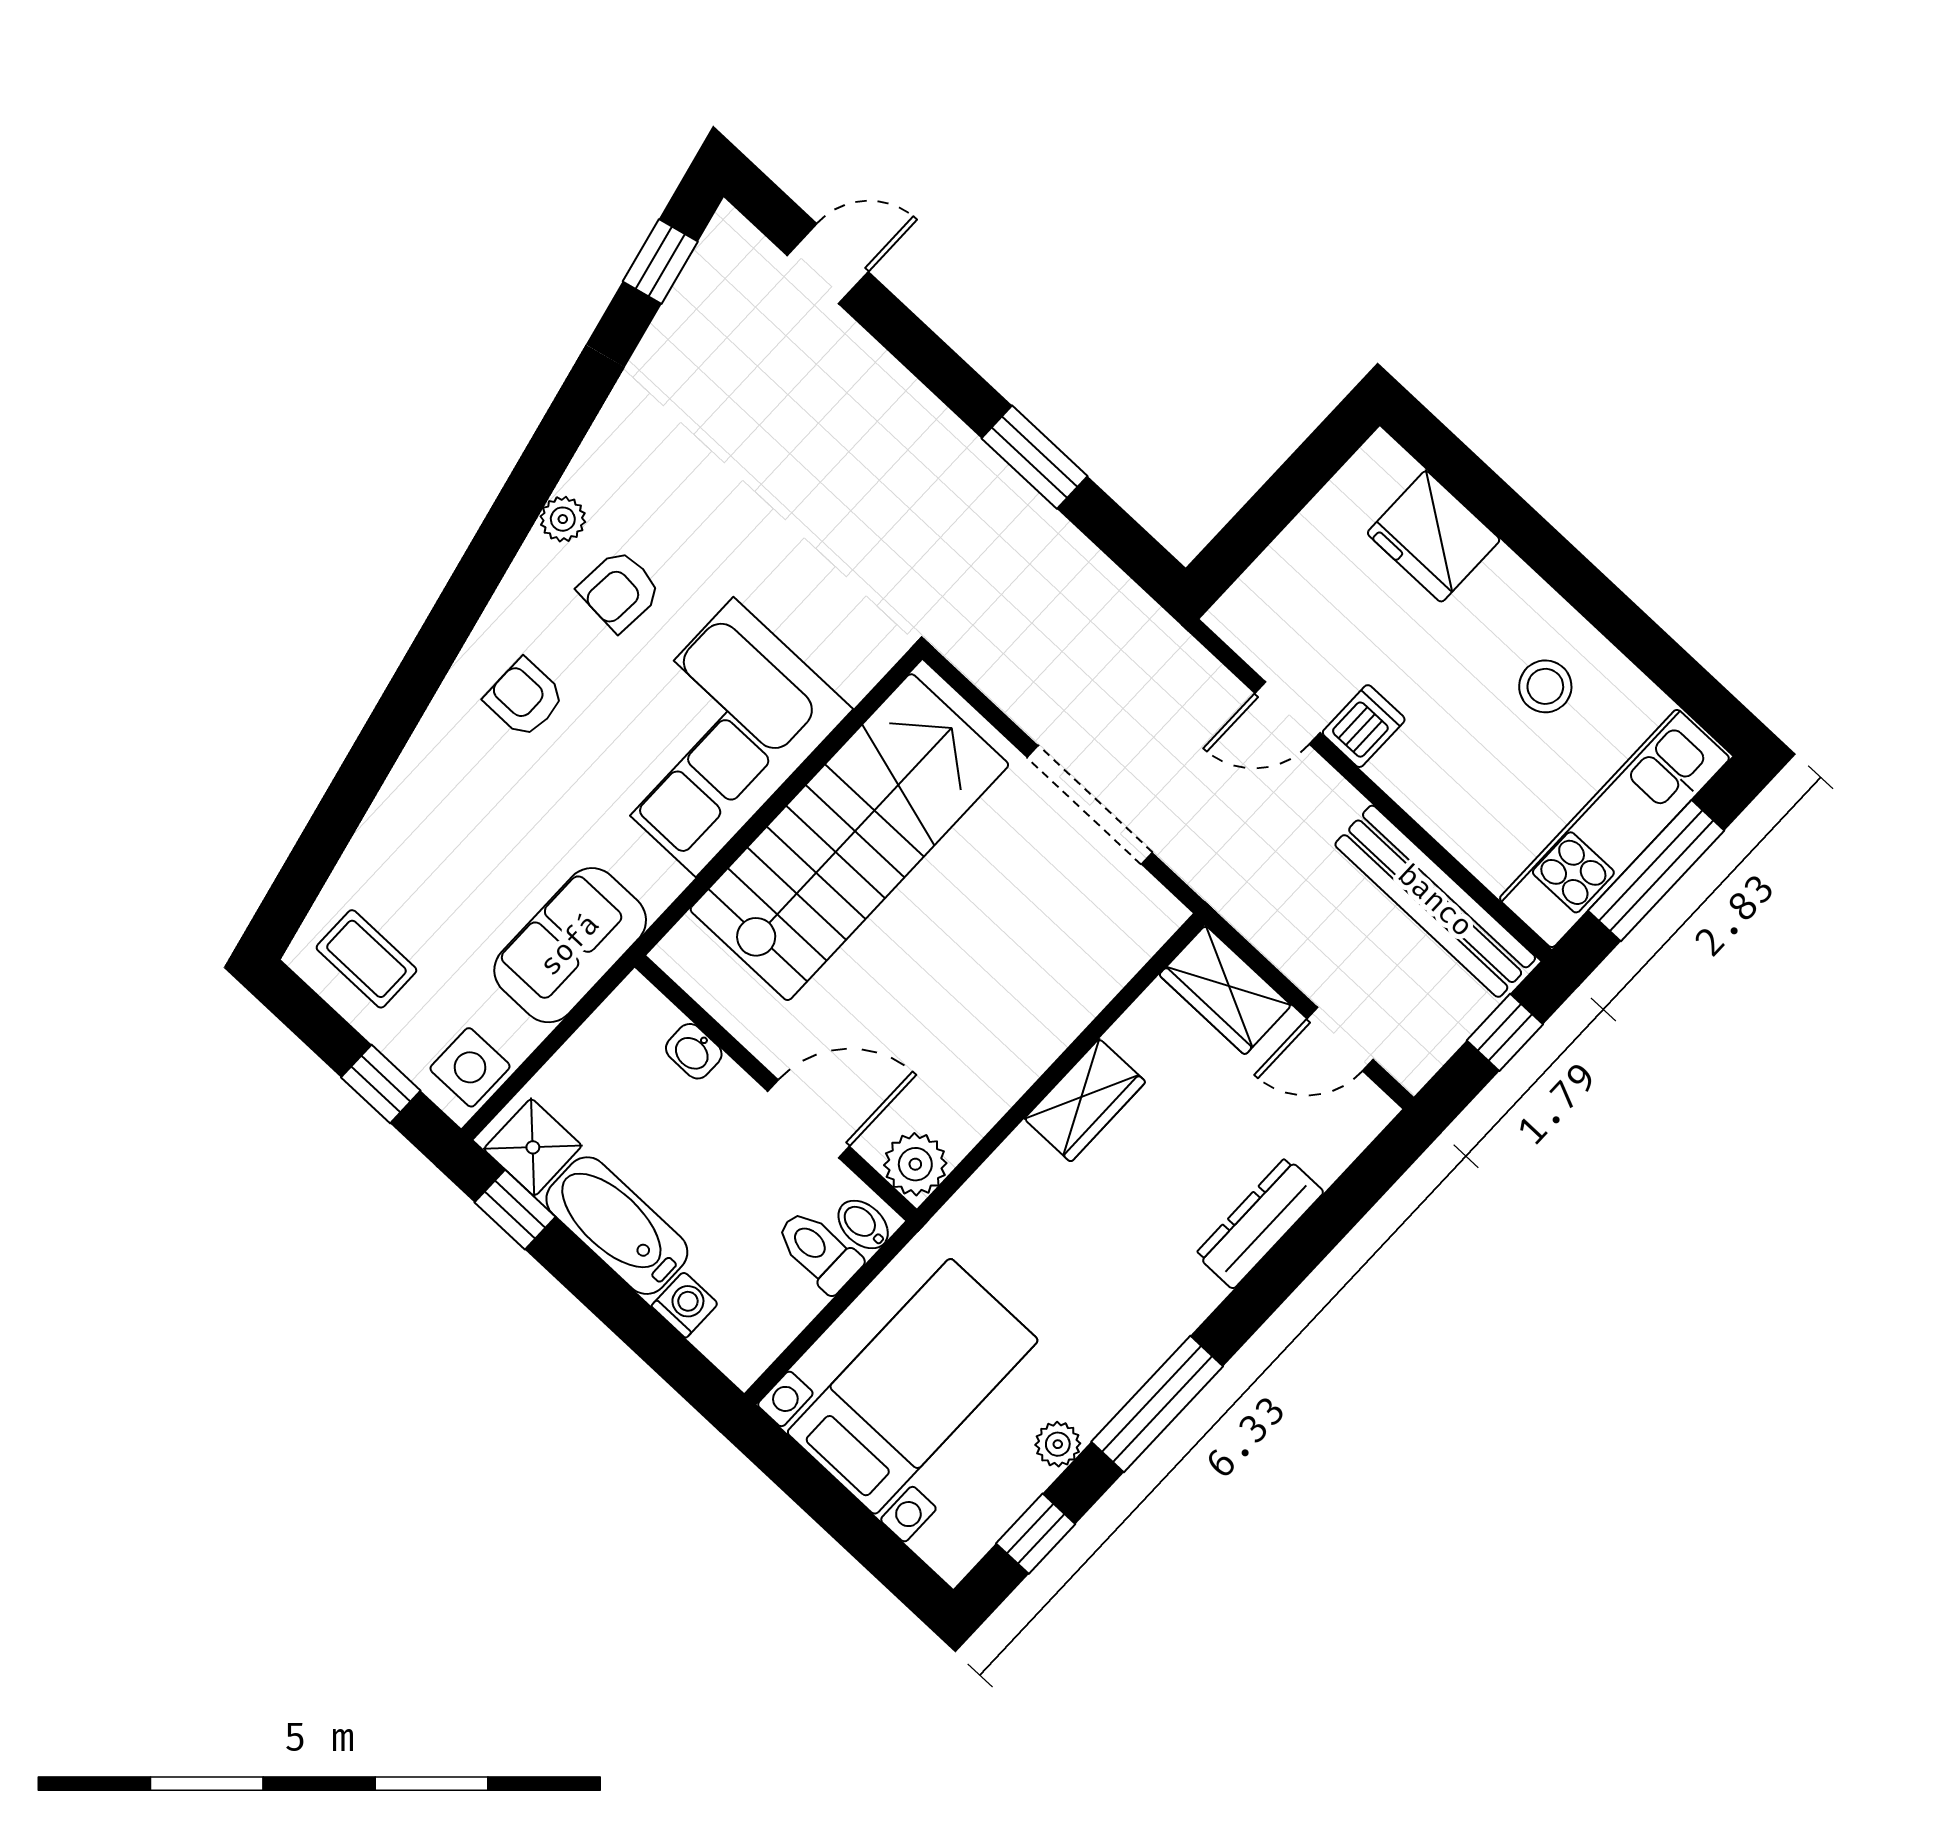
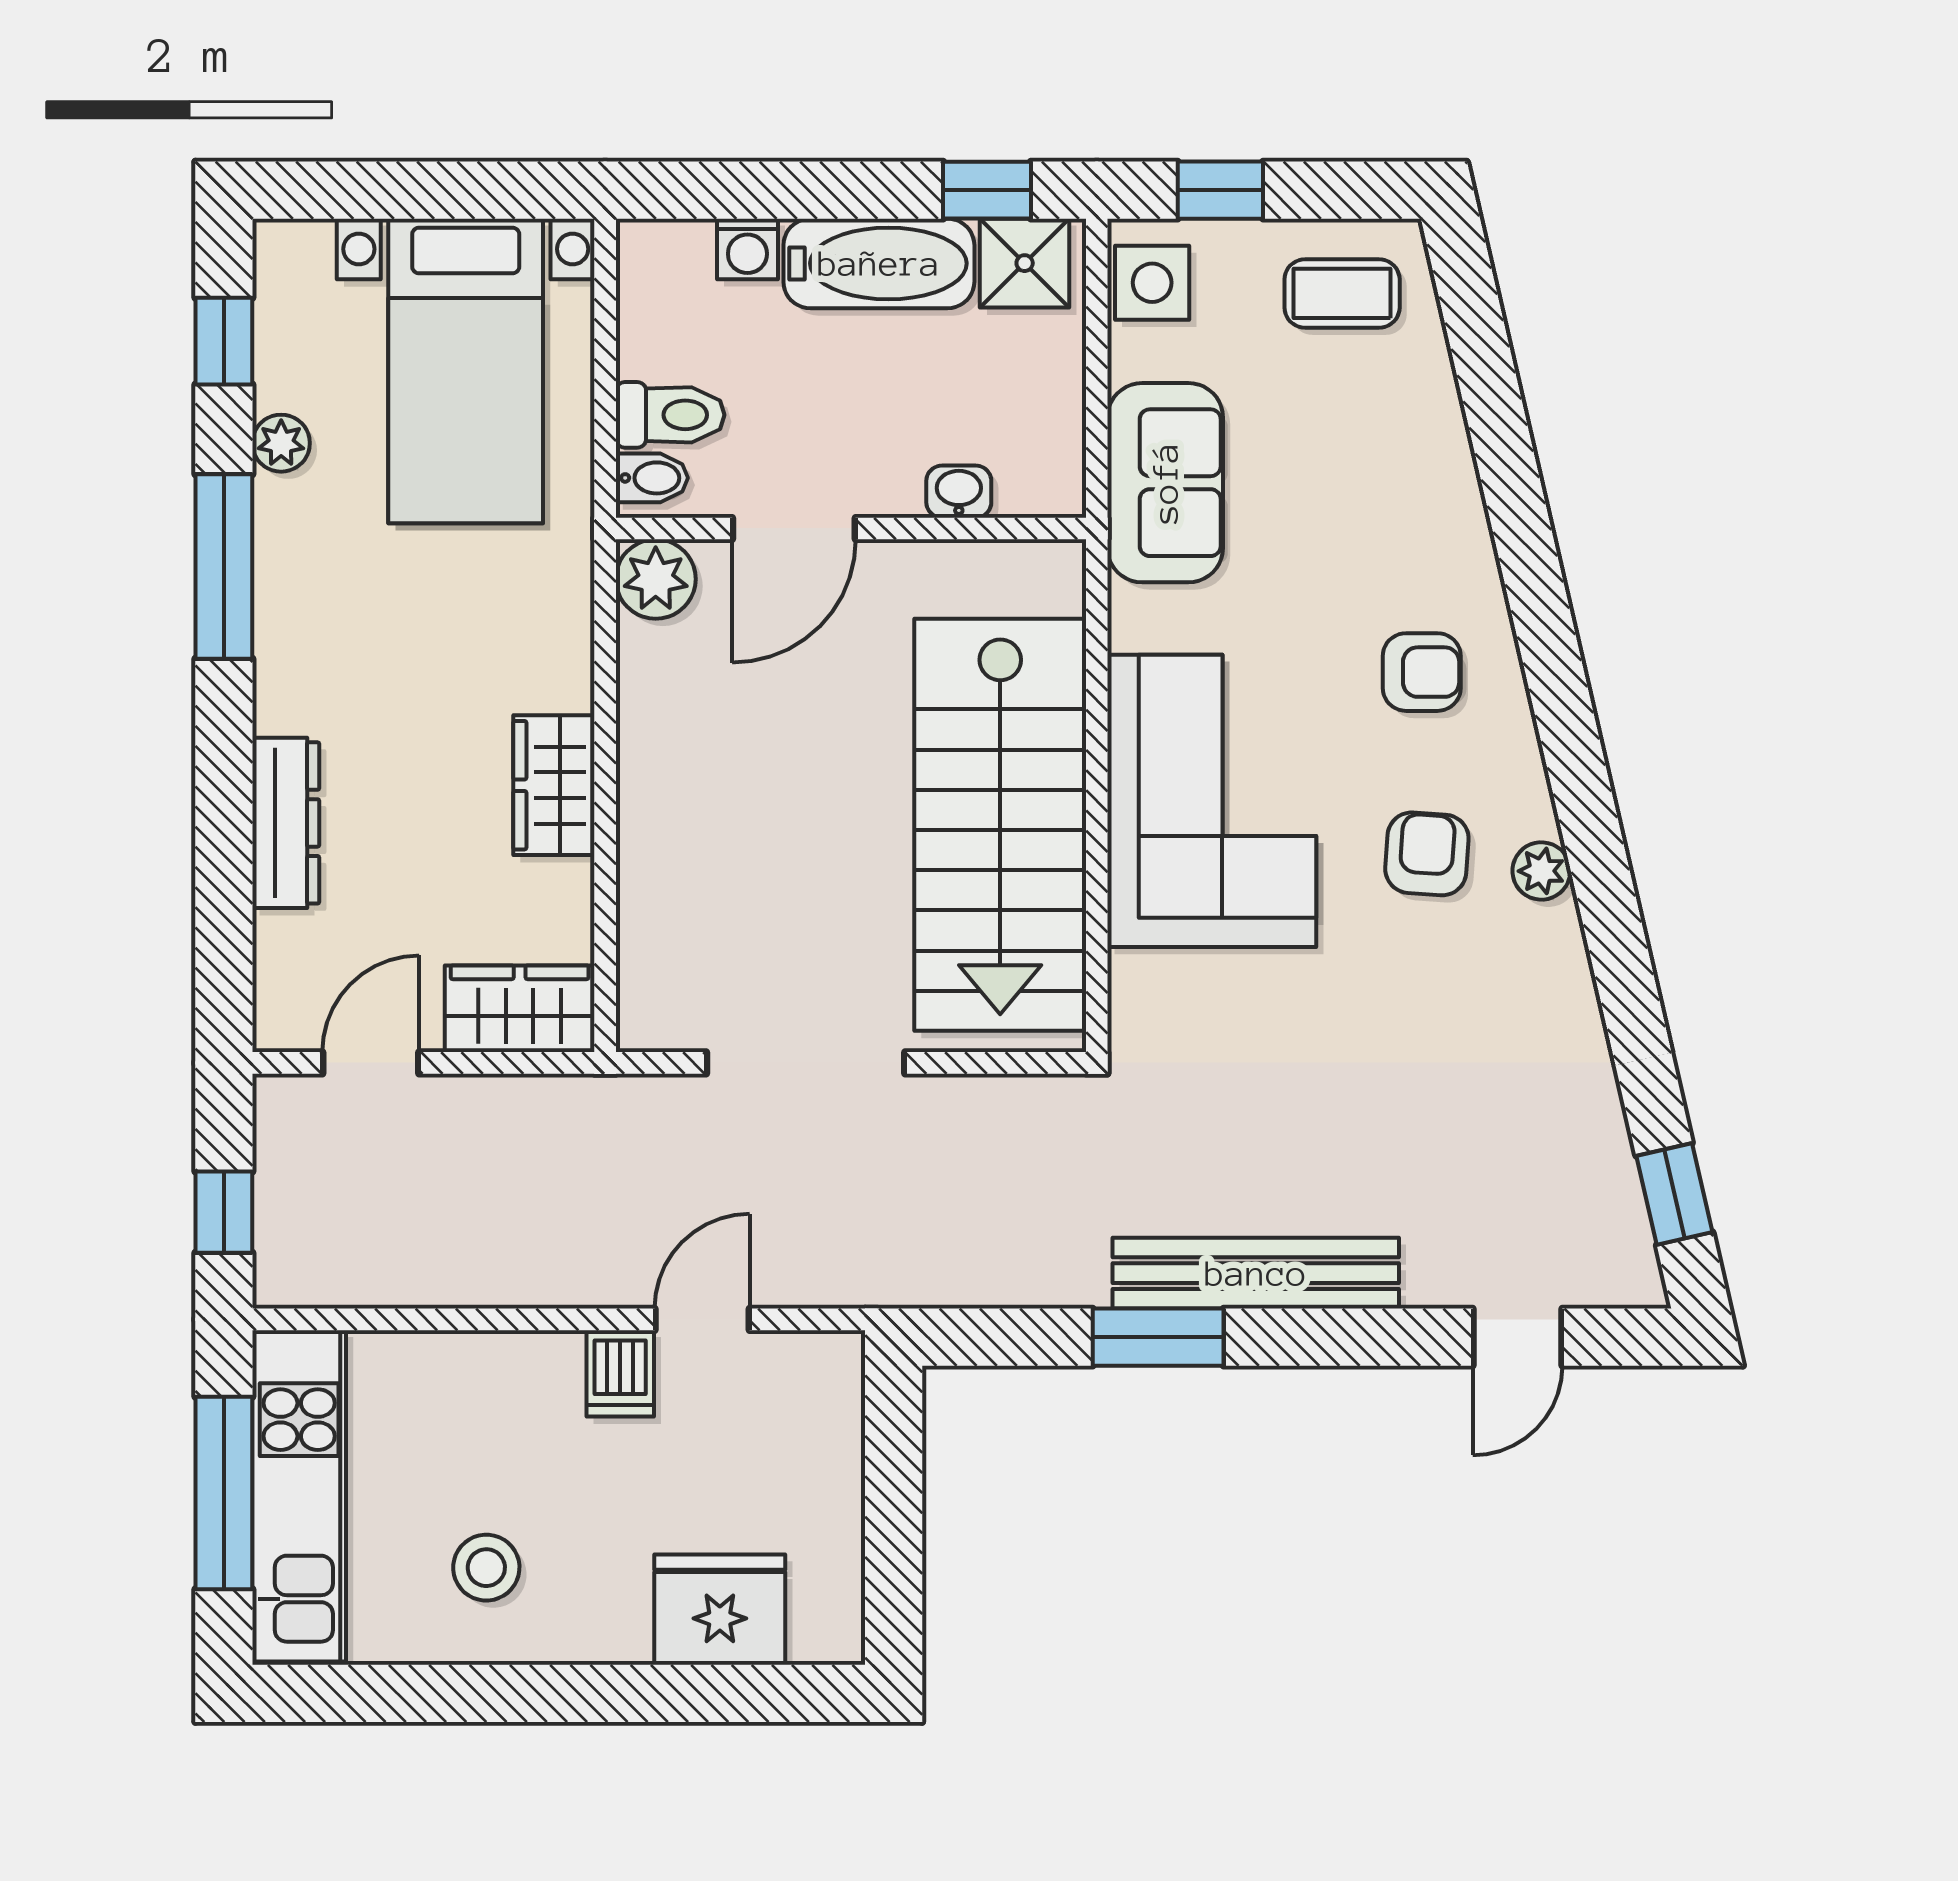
bench: (1435, 901) -> (1256, 1273), moved

